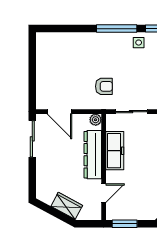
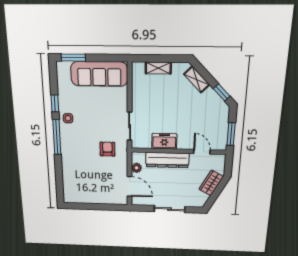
door: (59, 112) -> (130, 186), hinge flipped
plant: (96, 120) -> (137, 168), moved
sliding door: (32, 139) -> (170, 209), moved
freezer: (115, 151) -> (164, 141), width x0.71

